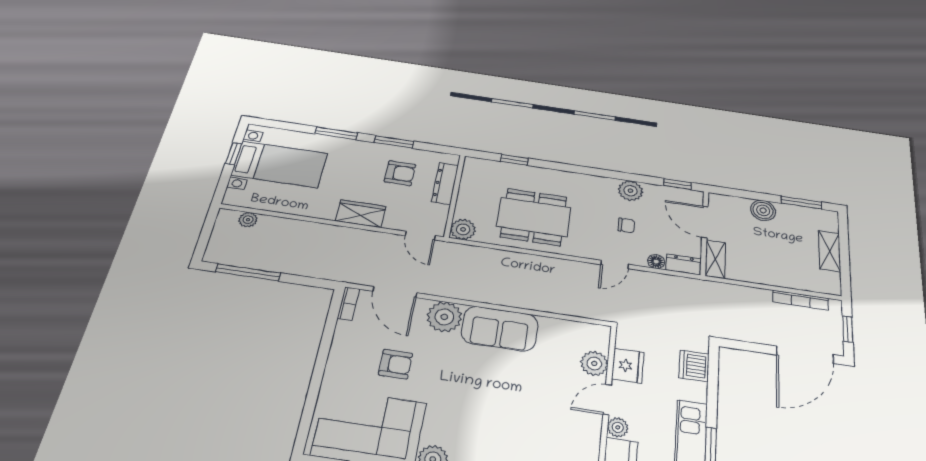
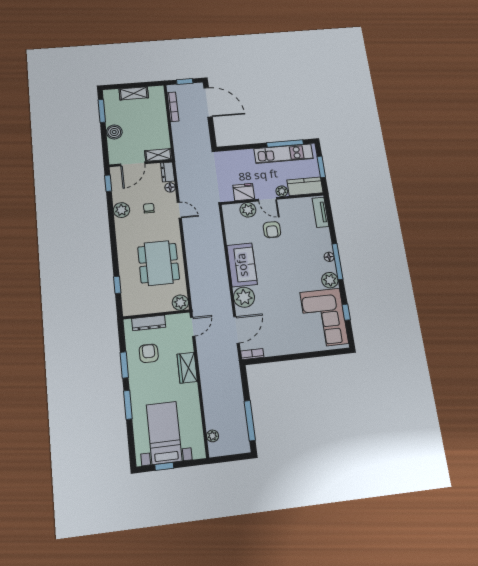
armchair: (395, 364) -> (272, 230), moved, turned 180
dishwasher: (694, 366) -> (233, 158), removed

